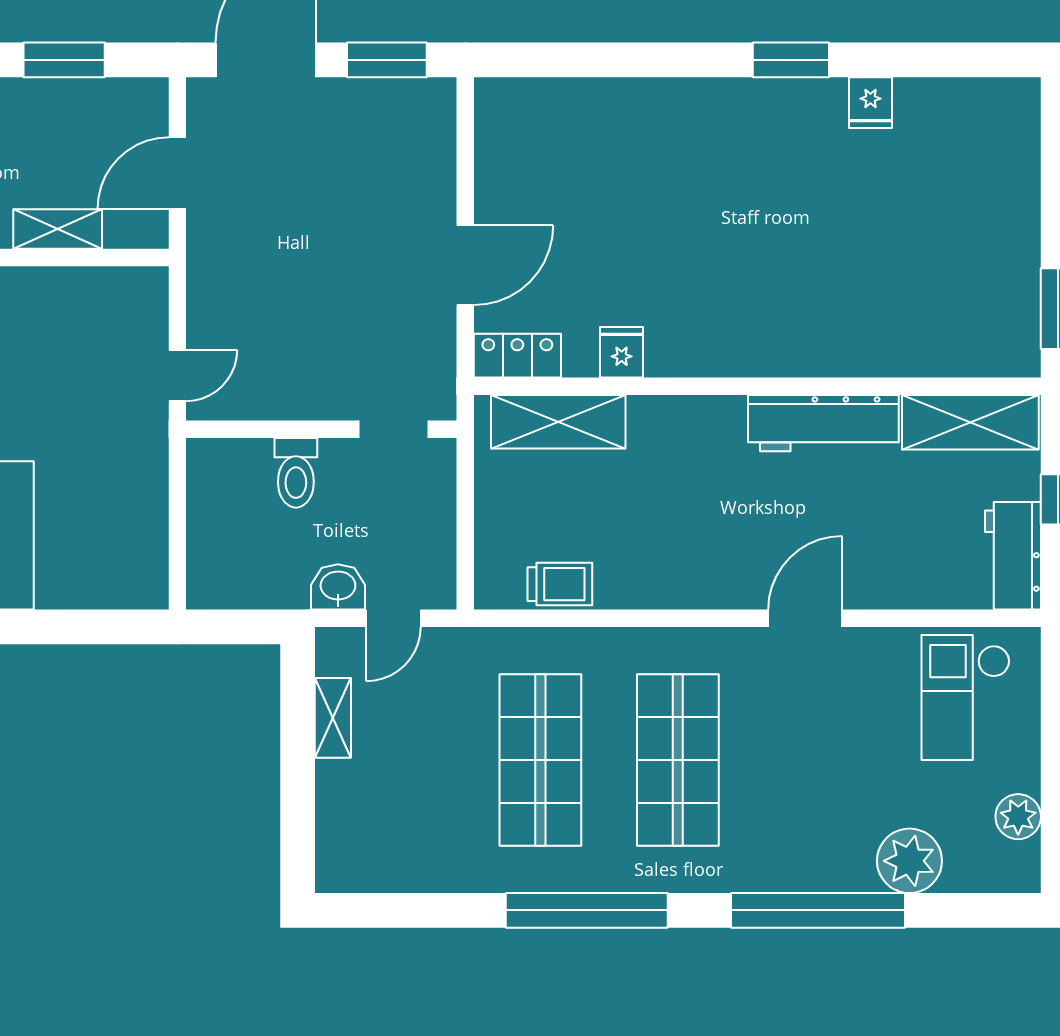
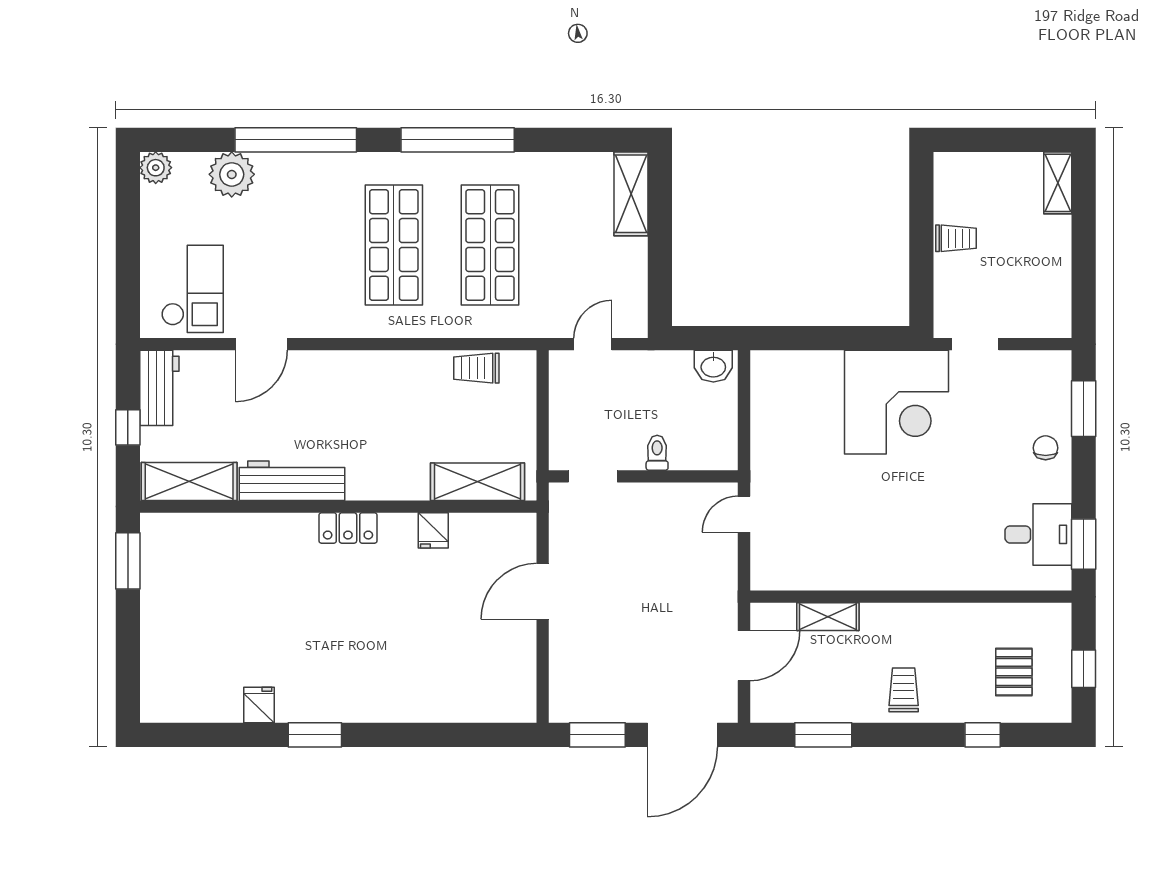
locker: (517, 356) -> (348, 528), moved
toilet: (296, 473) -> (657, 453), width x0.73, depth x0.72
washbasin: (338, 587) -> (713, 366), moved
door: (805, 618) -> (261, 344), moved
shelving: (333, 718) -> (631, 194), moved, width x1.50, depth x1.33
plant: (1018, 817) -> (156, 168), moved

